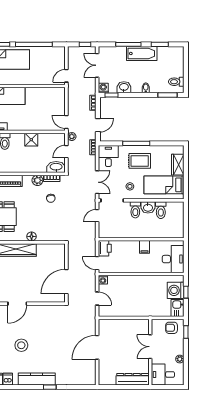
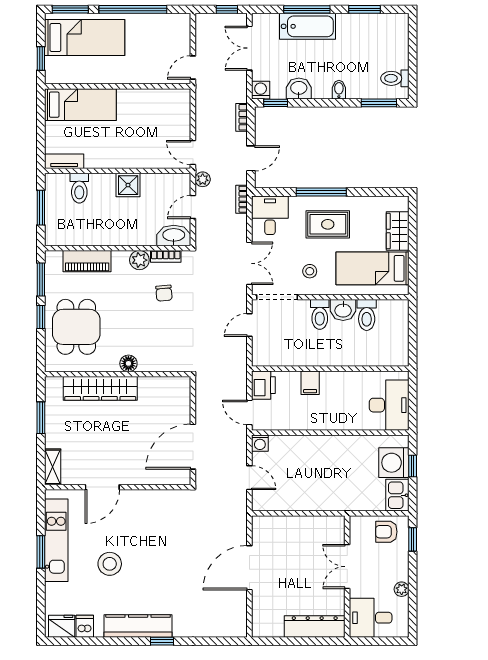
bathtub: (142, 53) -> (308, 26), moved
filing cabinet: (145, 247) -> (310, 383), moved

